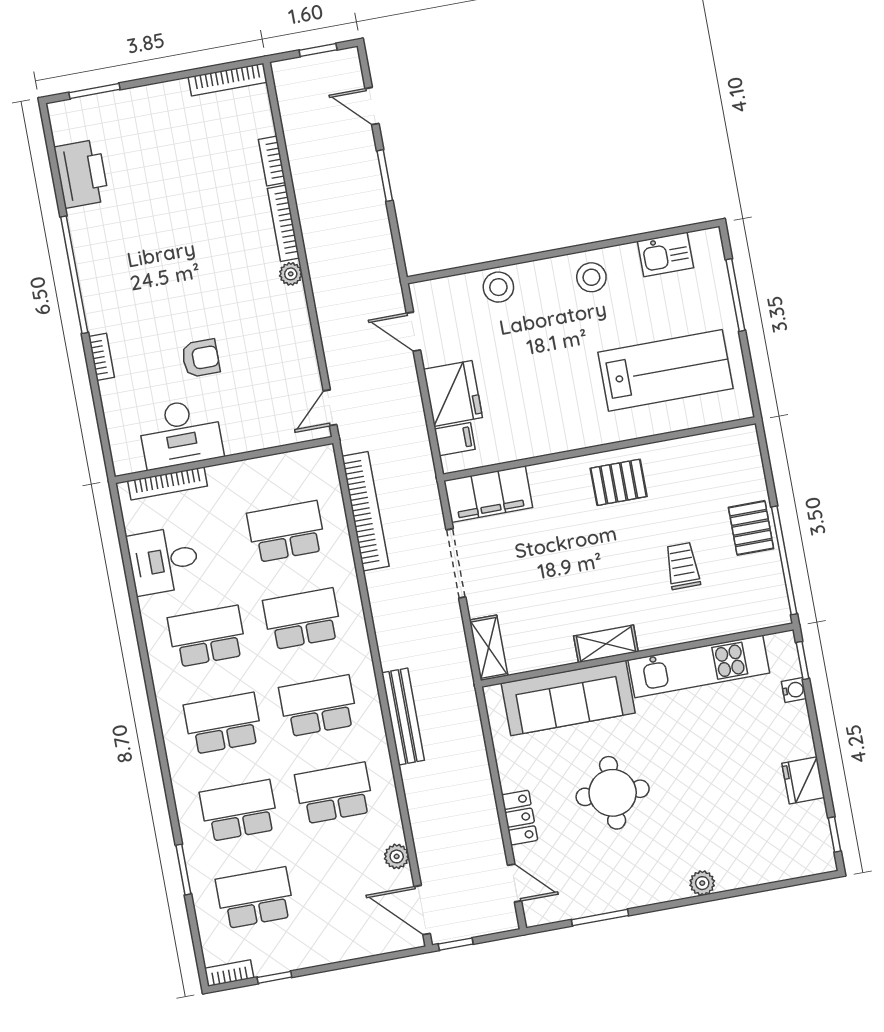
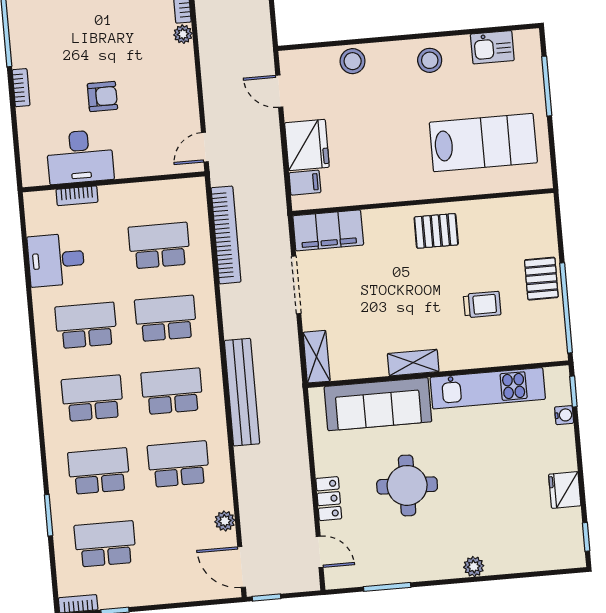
bookcase: (168, 483) -> (77, 196), width x0.64
trolley: (683, 566) -> (482, 305), turned 90
bench: (403, 717) -> (242, 392), width x1.37, depth x1.21

